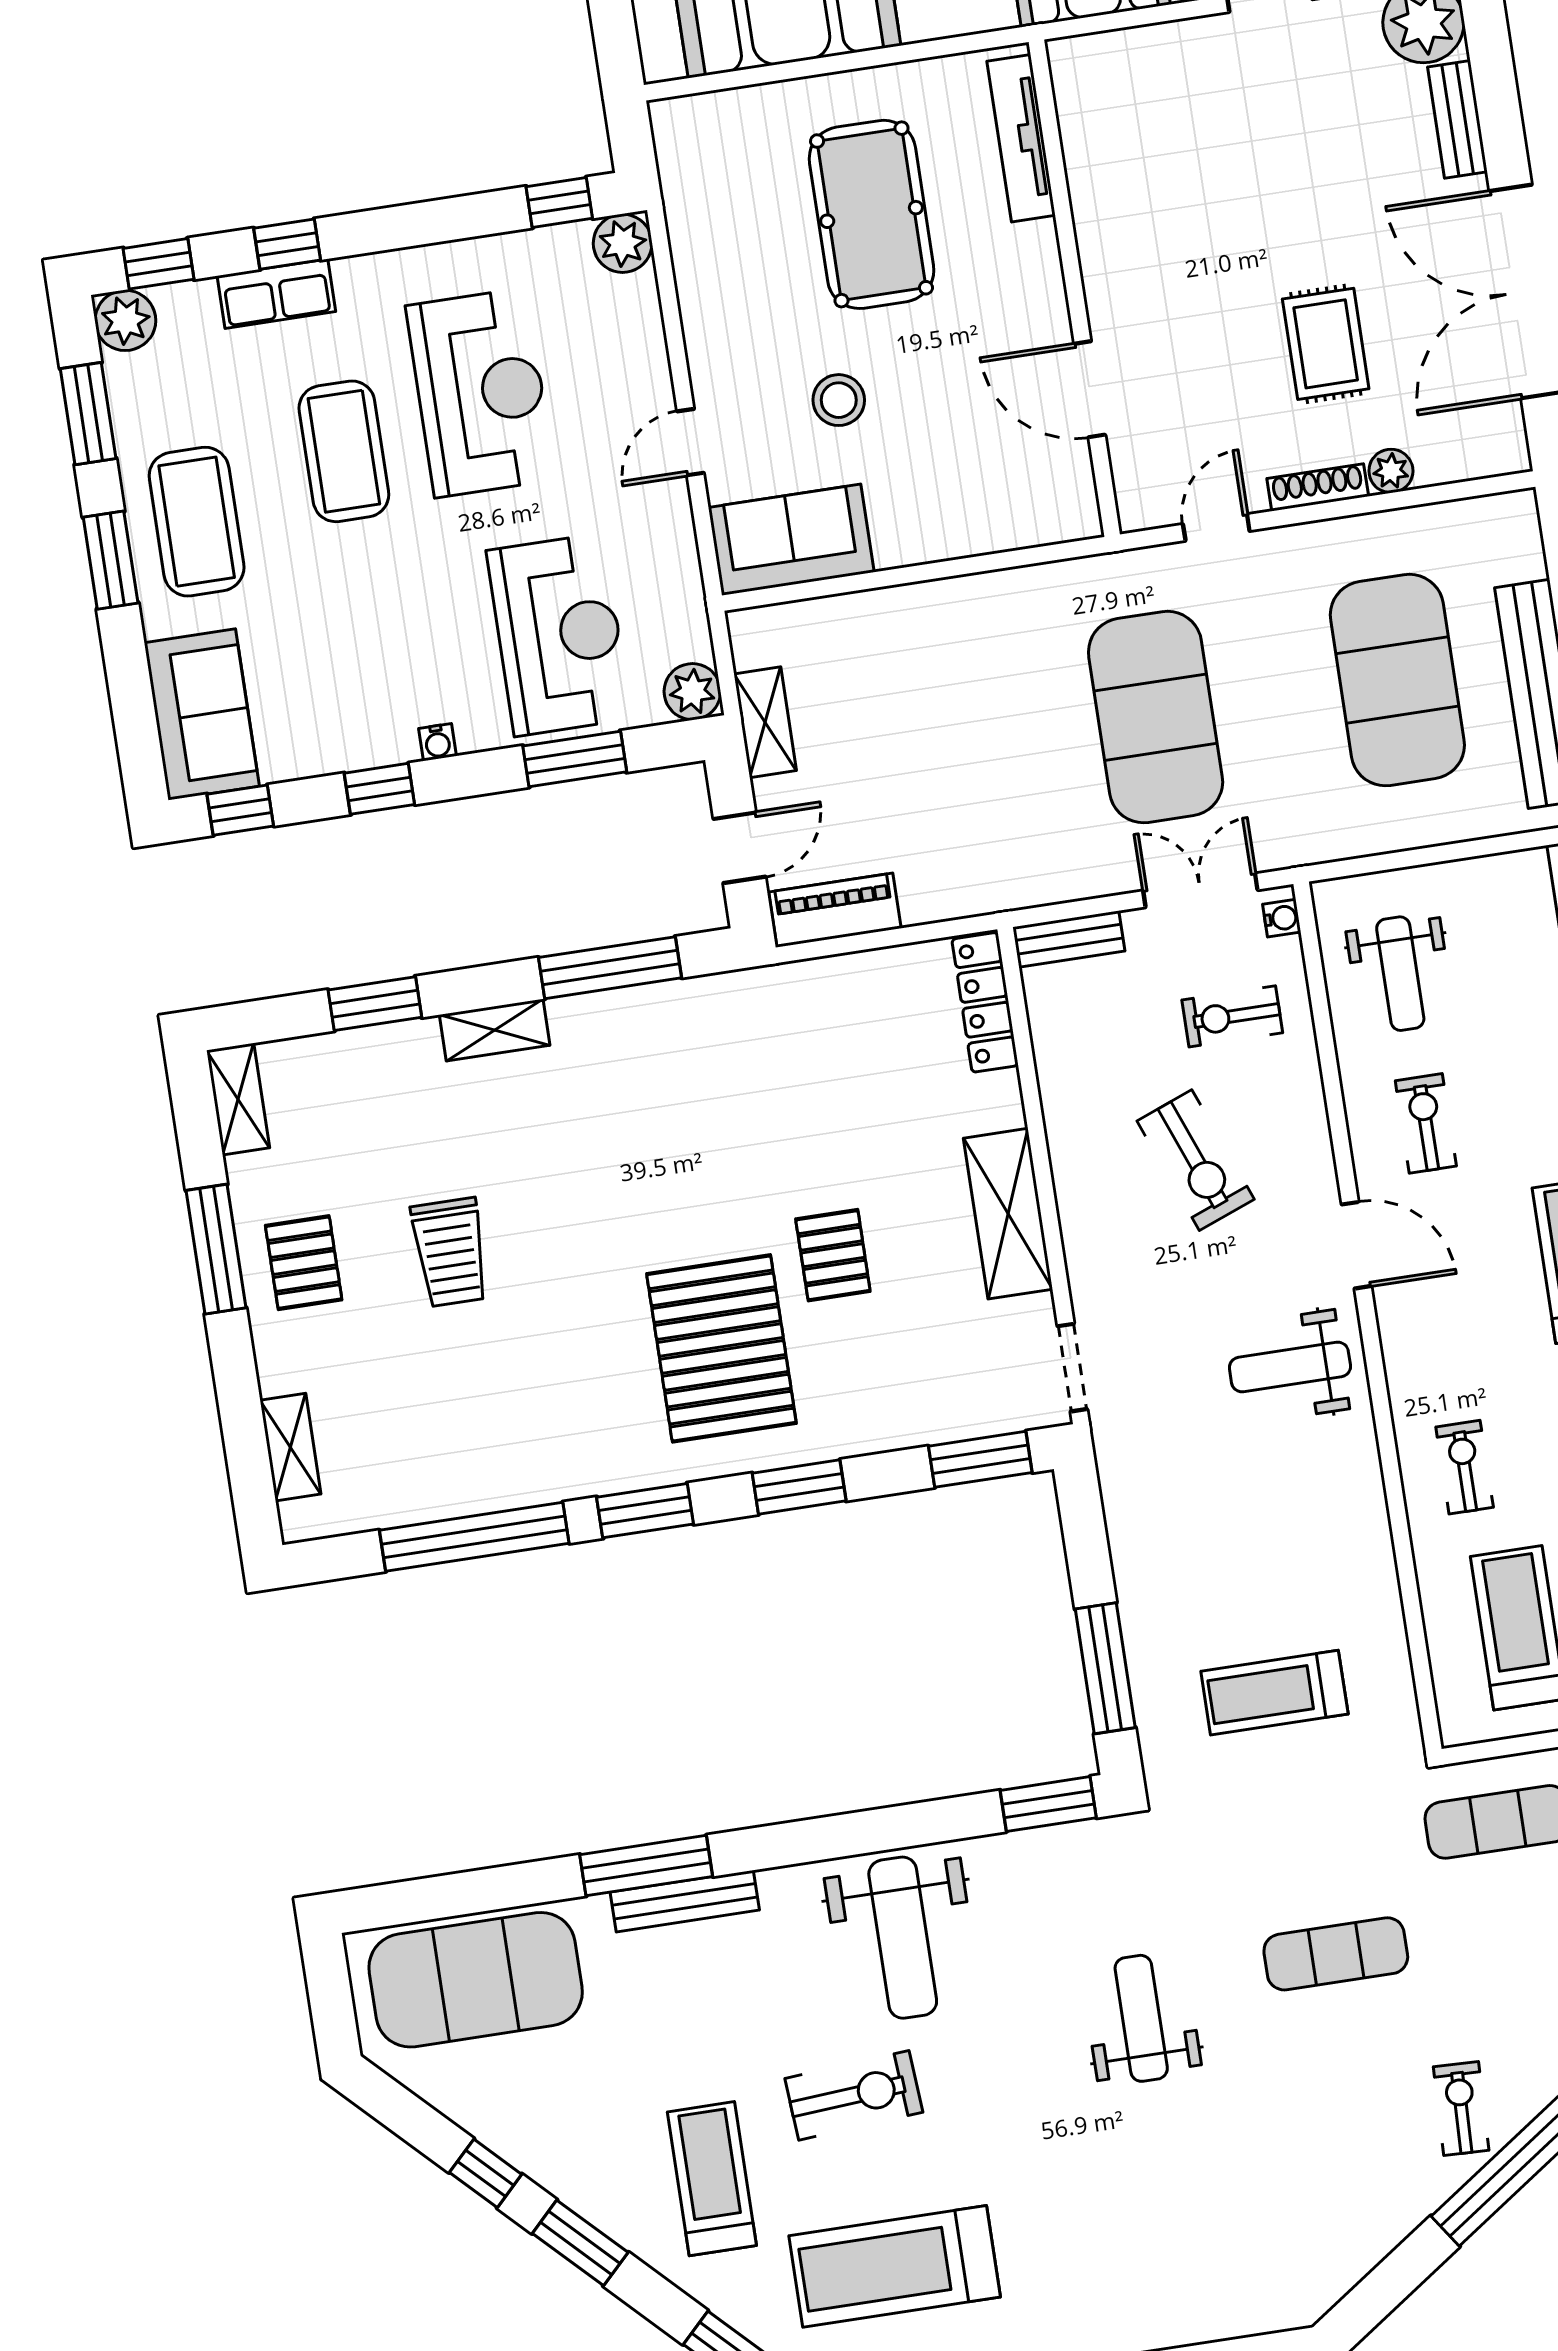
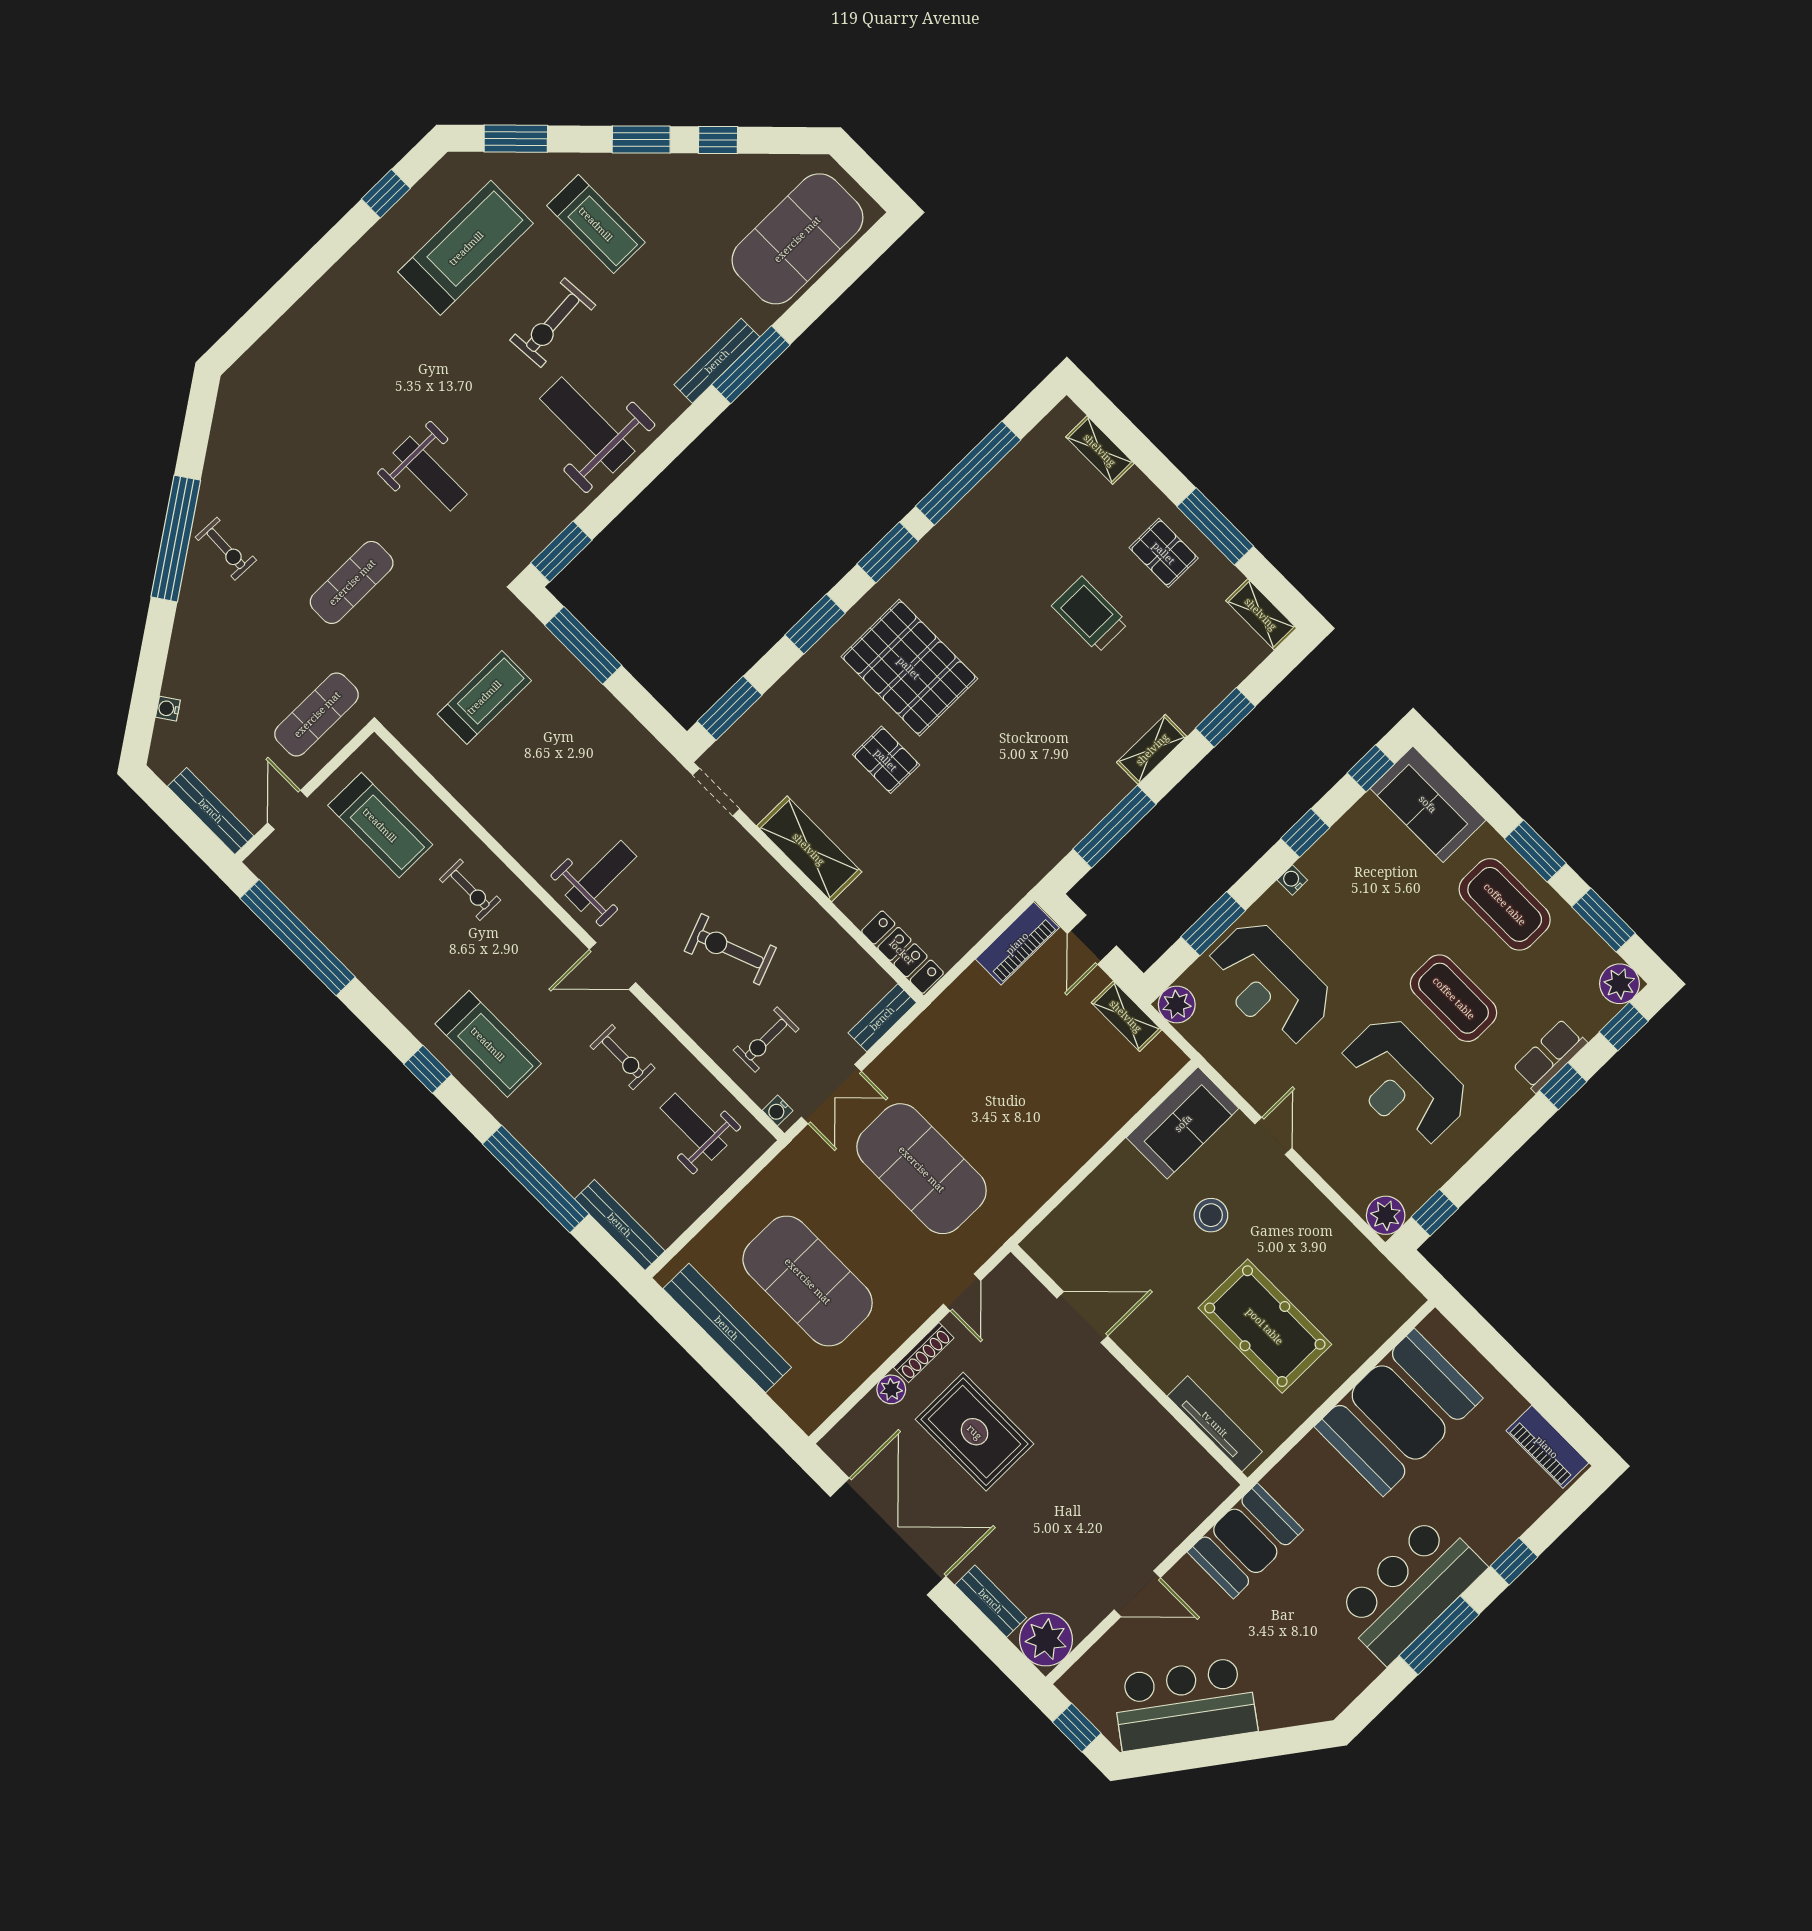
rug: (1326, 344) -> (975, 1432), width x1.36, depth x1.43
exercise bike: (1232, 1016) -> (766, 1040), turned 180

